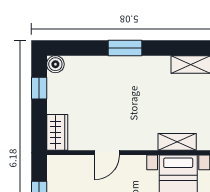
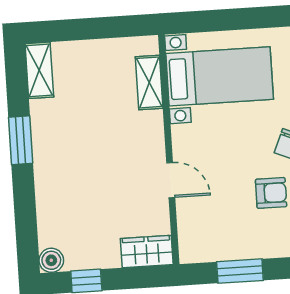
window: (125, 48) -> (21, 140), moved

